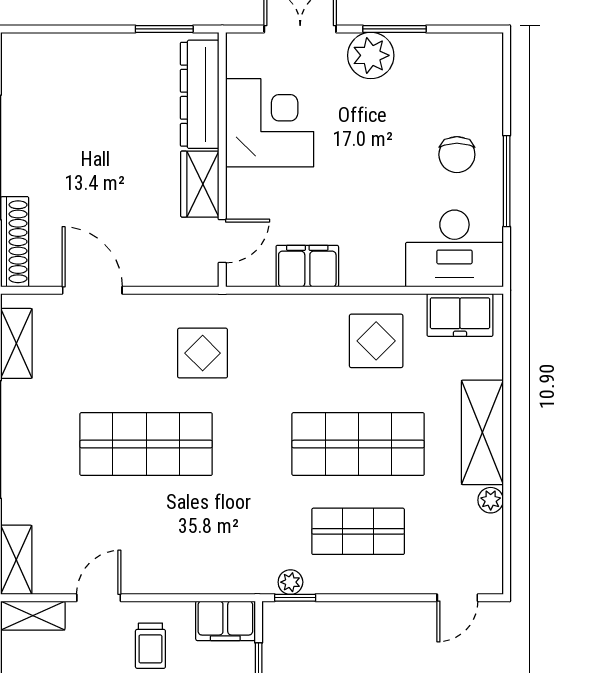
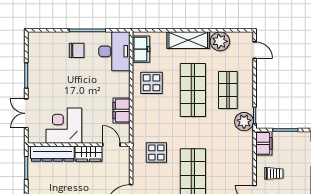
plant: (371, 55) -> (37, 85), removed
plant: (491, 500) -> (220, 41), width x1.87, depth x1.87
plant: (290, 582) -> (244, 122), width x1.87, depth x1.87

